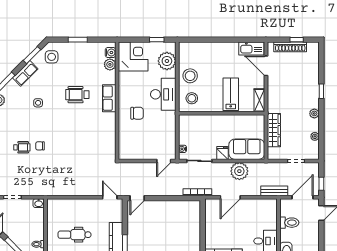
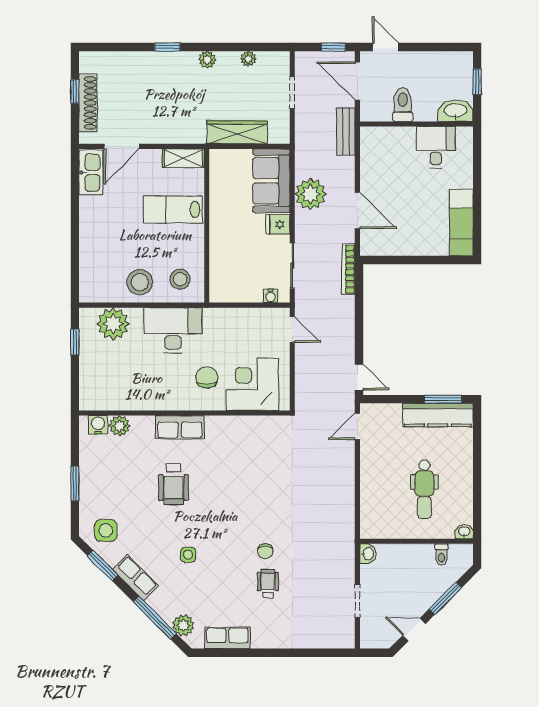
corner desk: (133, 56) -> (252, 384), moved

